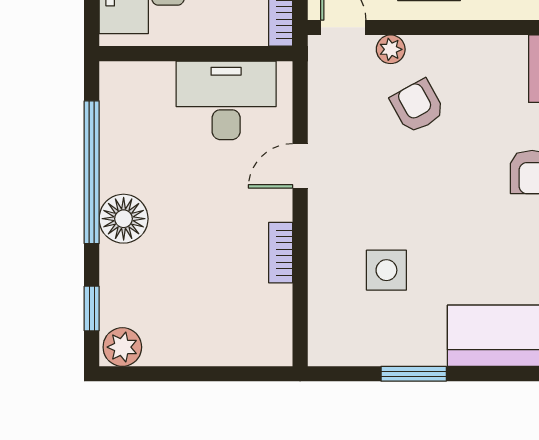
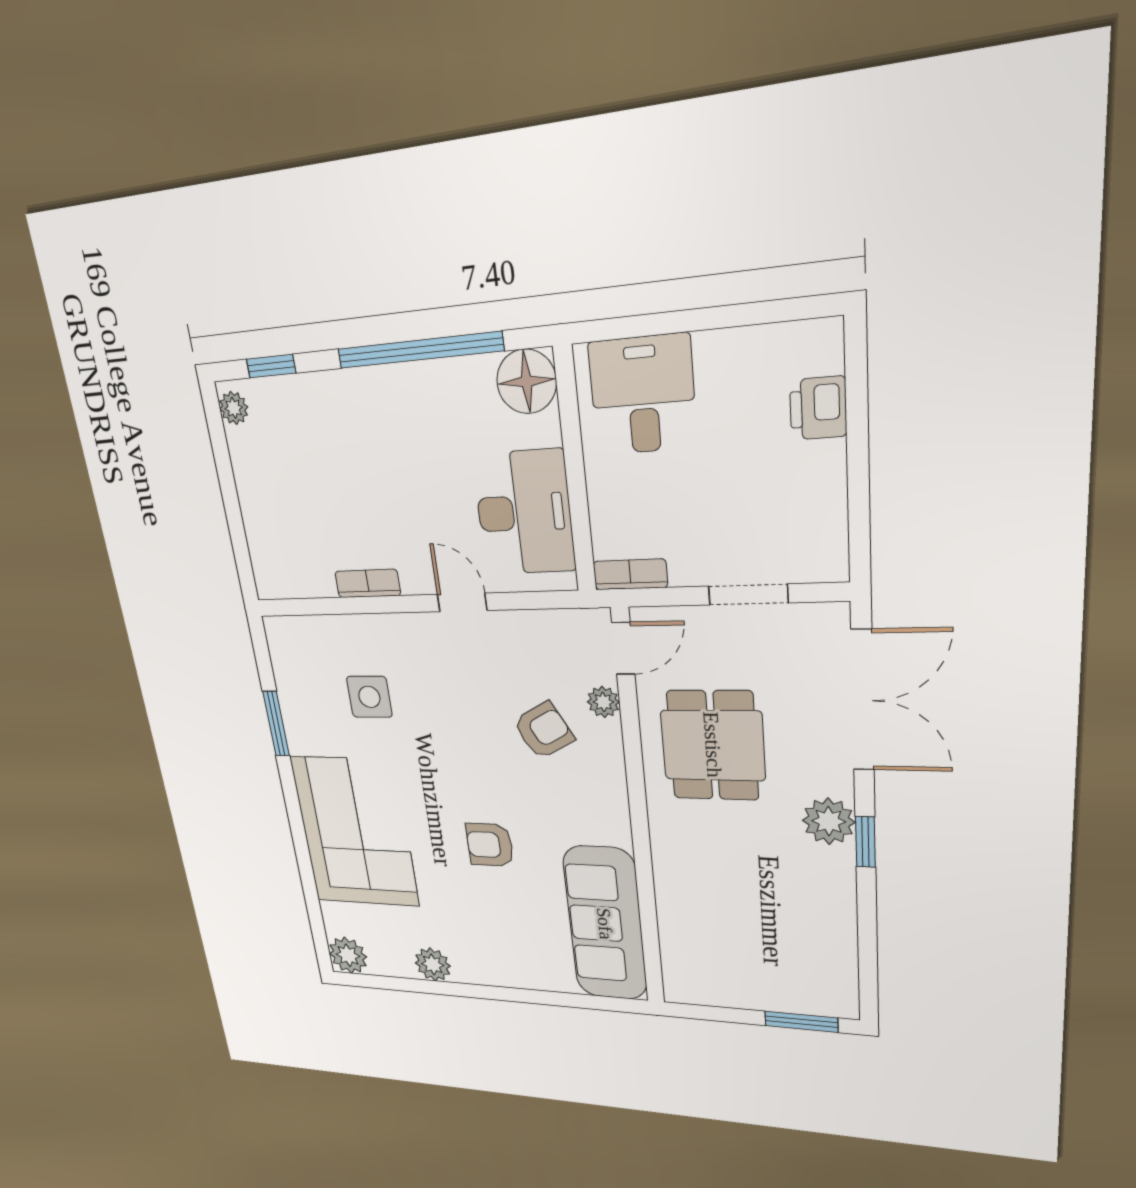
floor lamp: (124, 219) -> (527, 381), moved
plant: (122, 347) -> (234, 408), width x0.73, depth x0.73

